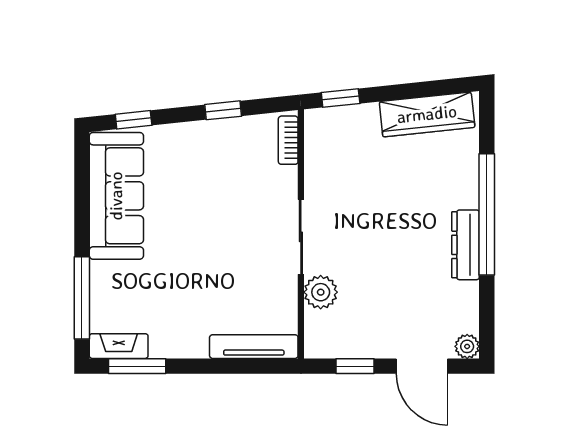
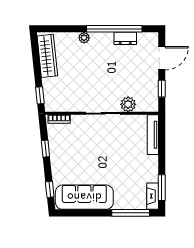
window: (487, 214) -> (114, 29), moved
dresser: (466, 245) -> (125, 38), moved, width x0.70
plant: (467, 346) -> (84, 38), moved

